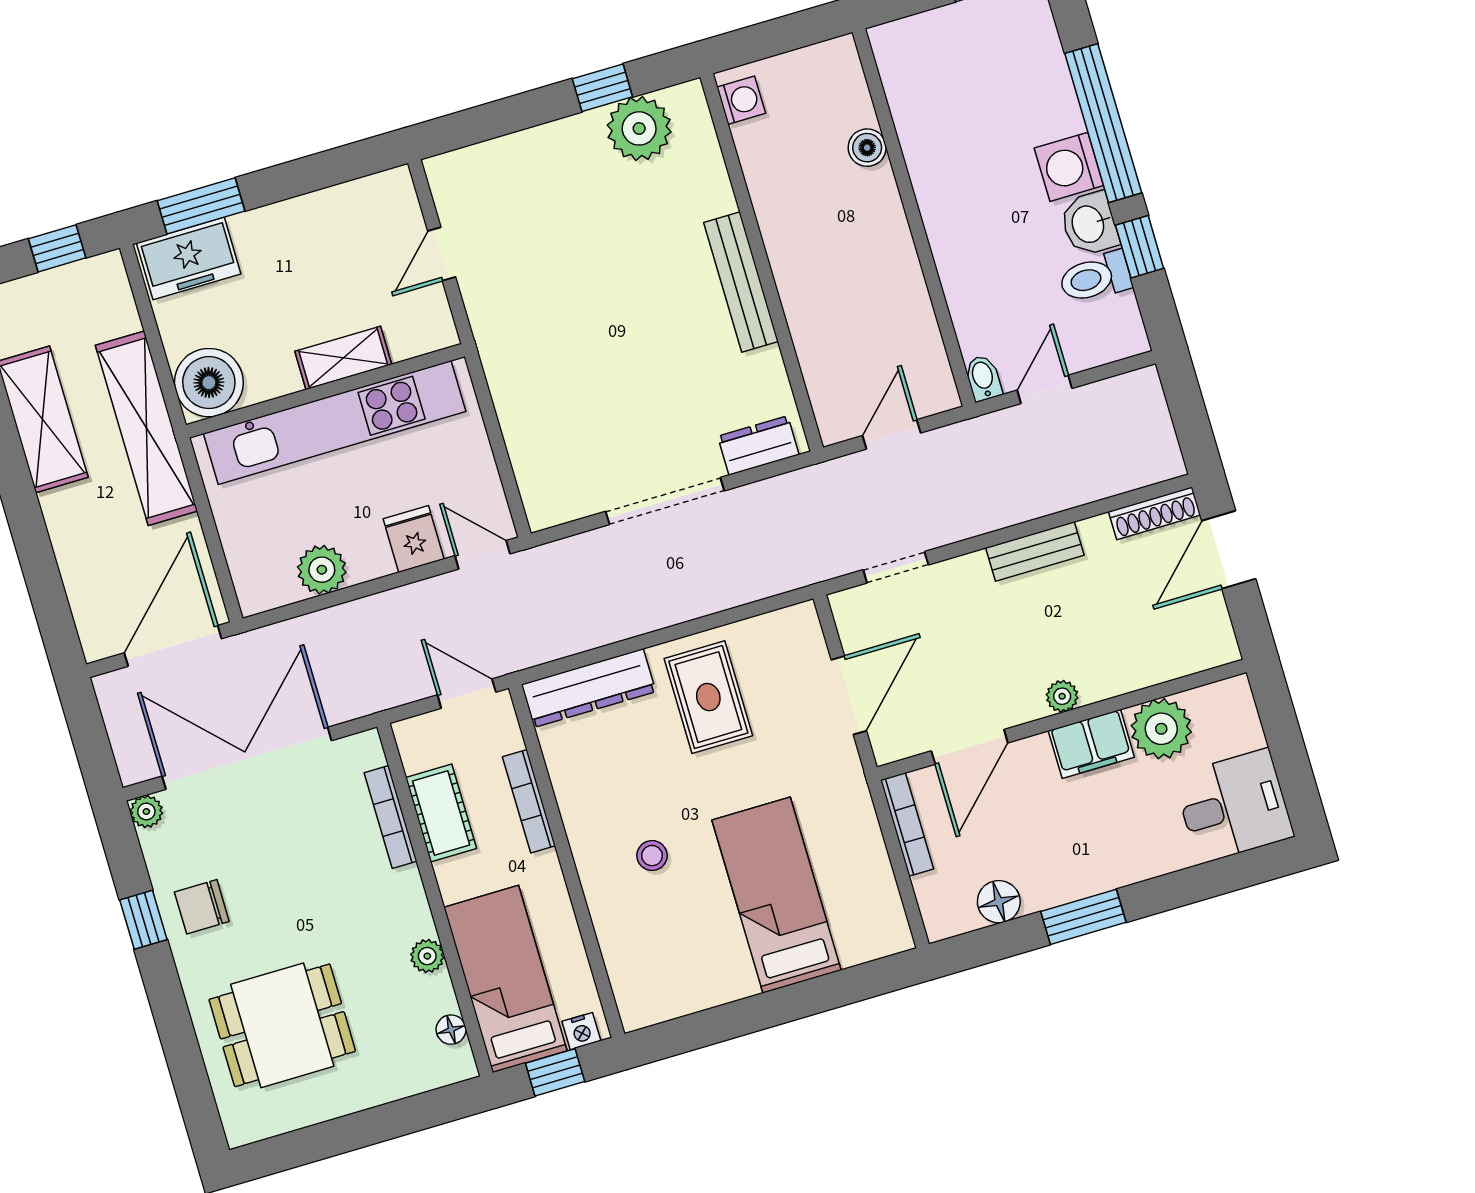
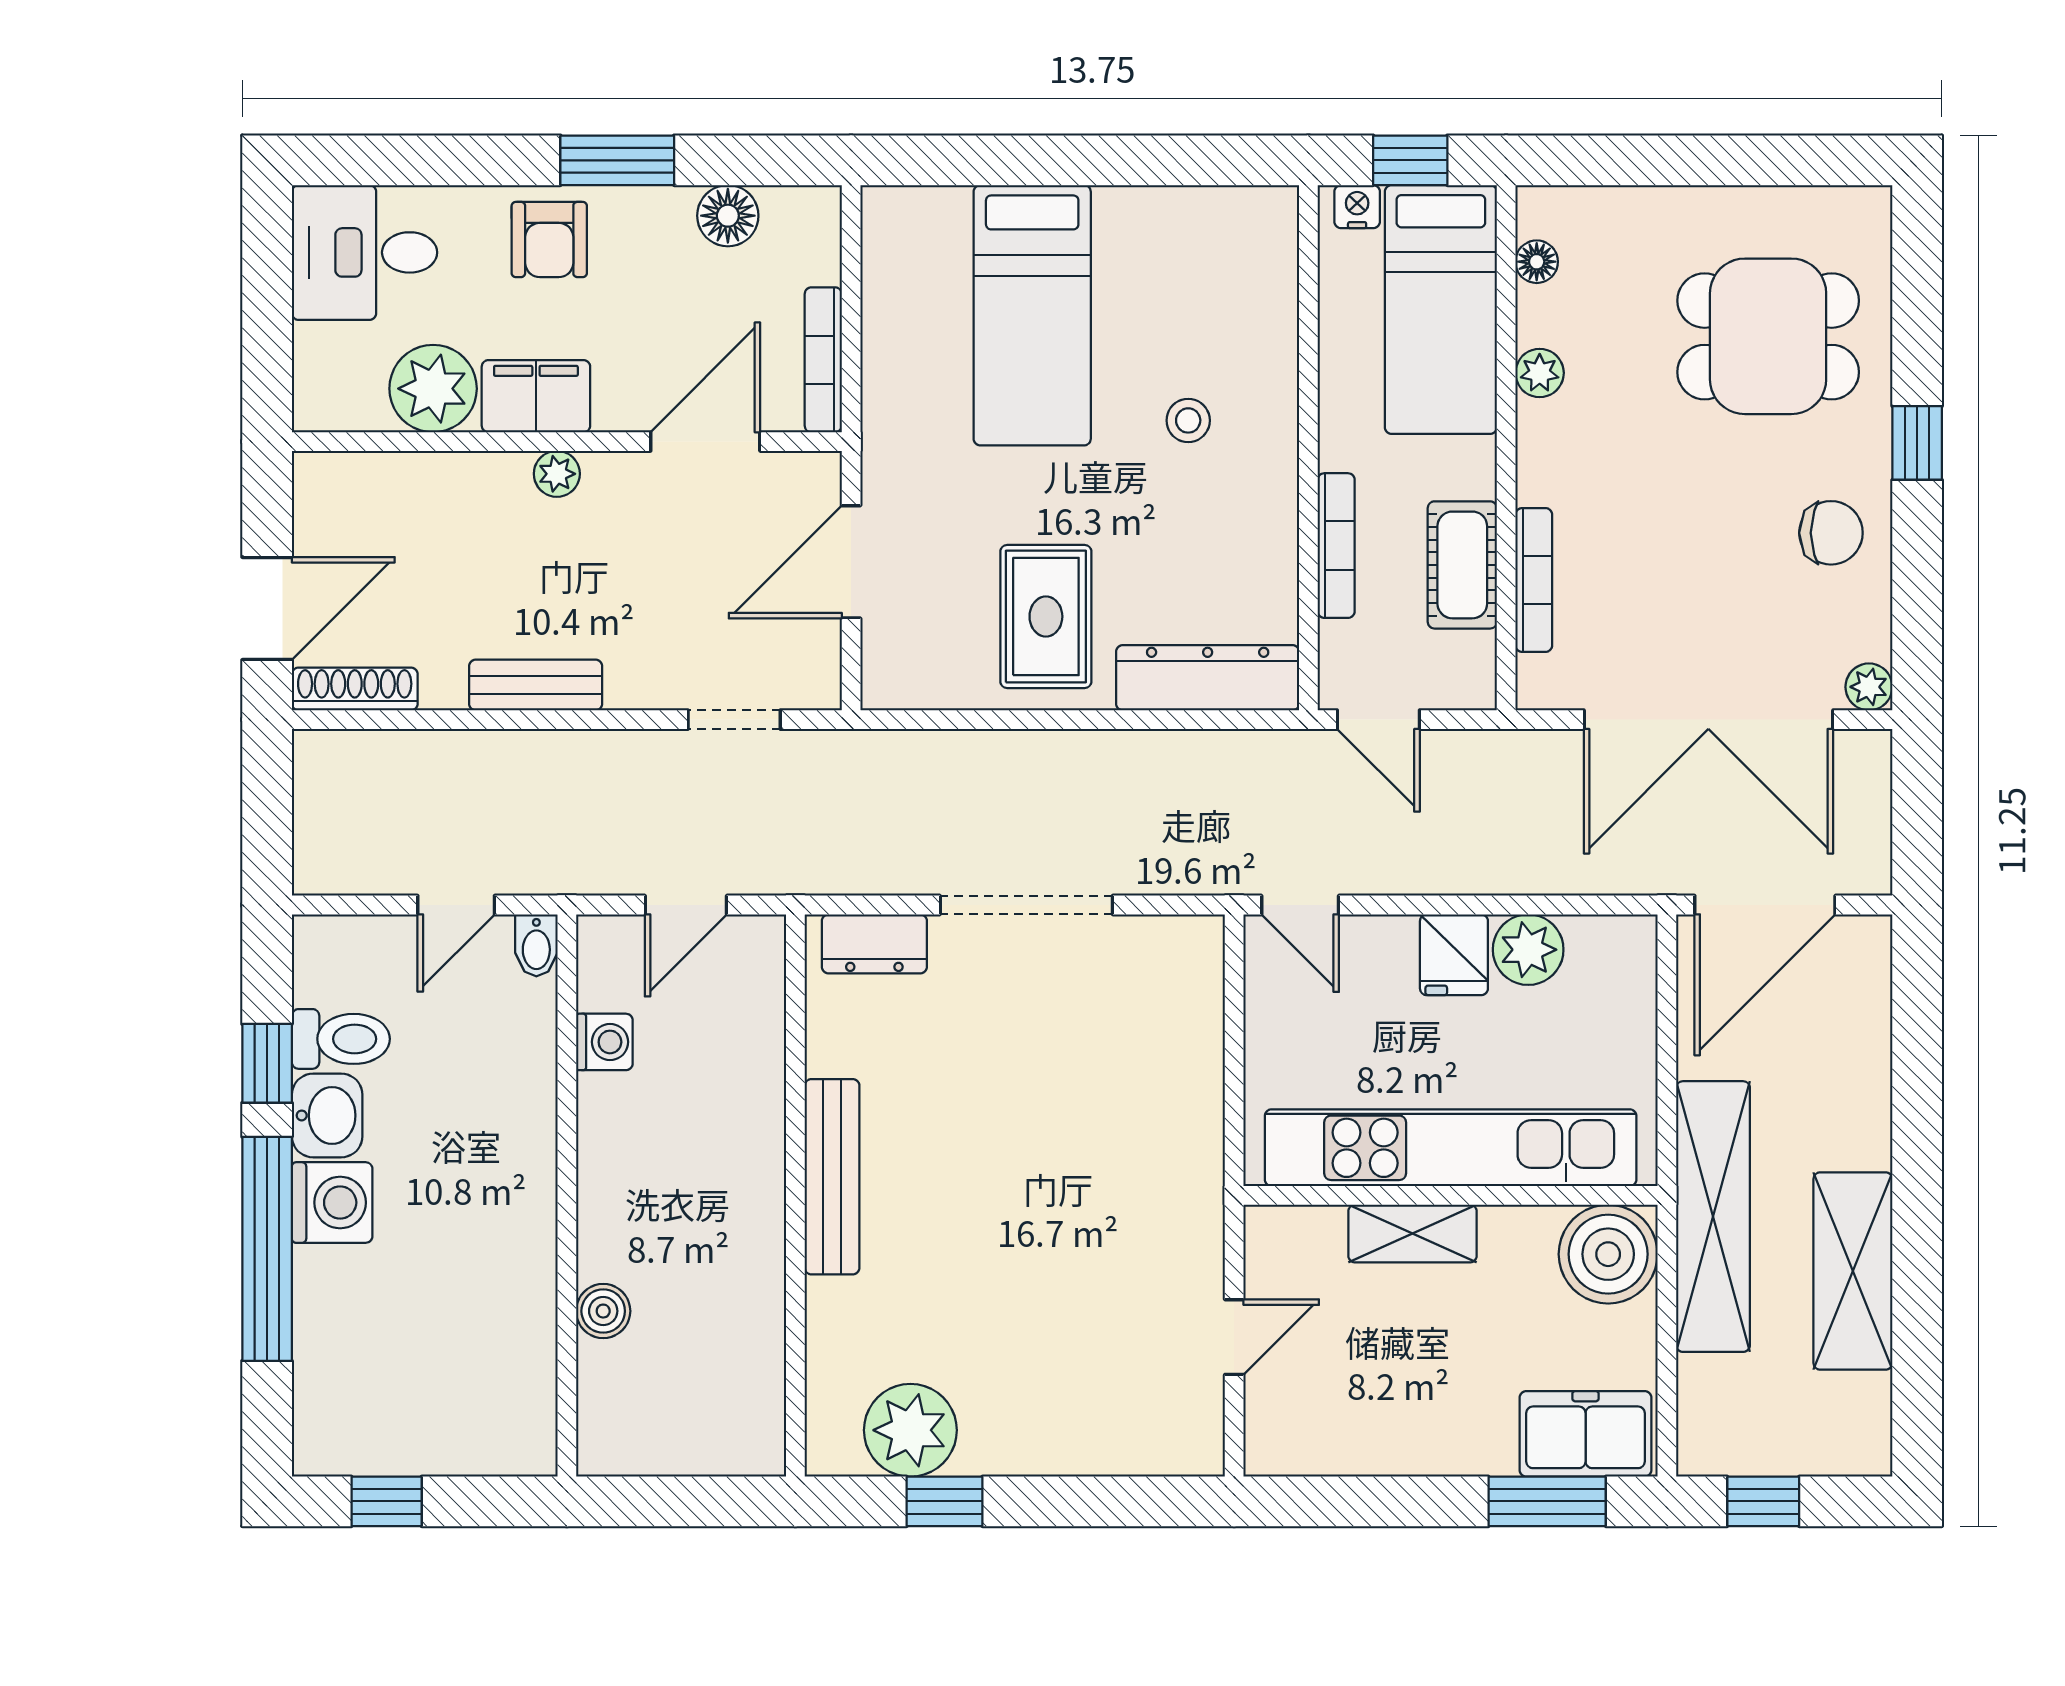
washing machine: (741, 100) -> (604, 1042), moved, turned 180
fridge: (414, 539) -> (1454, 955), moved
armchair: (1113, 851) -> (549, 239), added
window: (143, 920) -> (1917, 443), moved

